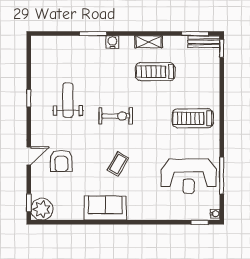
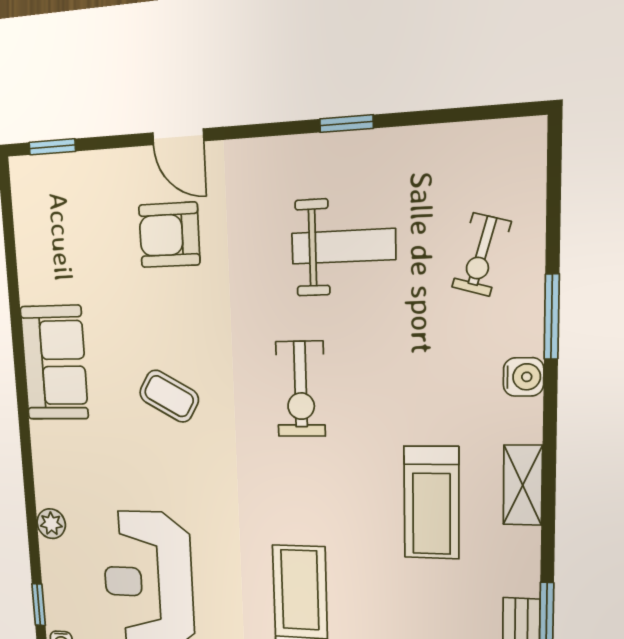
exercise bike: (73, 55) -> (481, 255), added
treadmill: (155, 72) -> (431, 503), turned 180
plant: (42, 209) -> (51, 524), moved, width x0.53, depth x0.53

